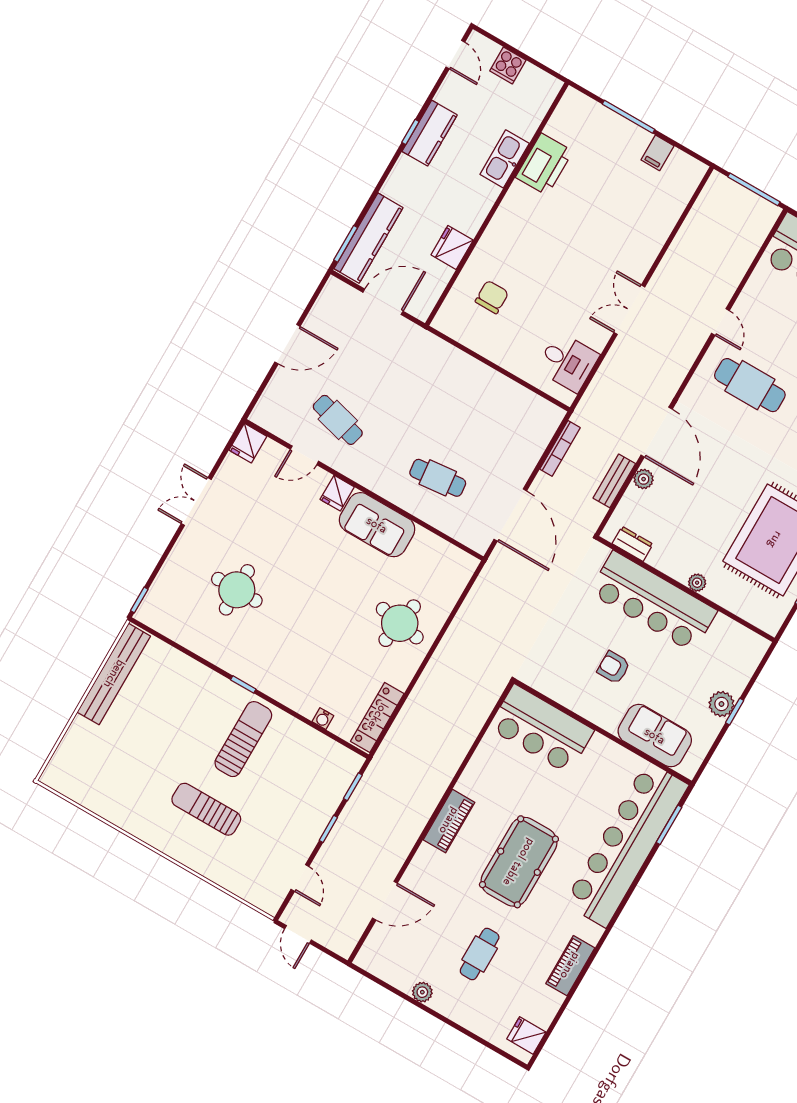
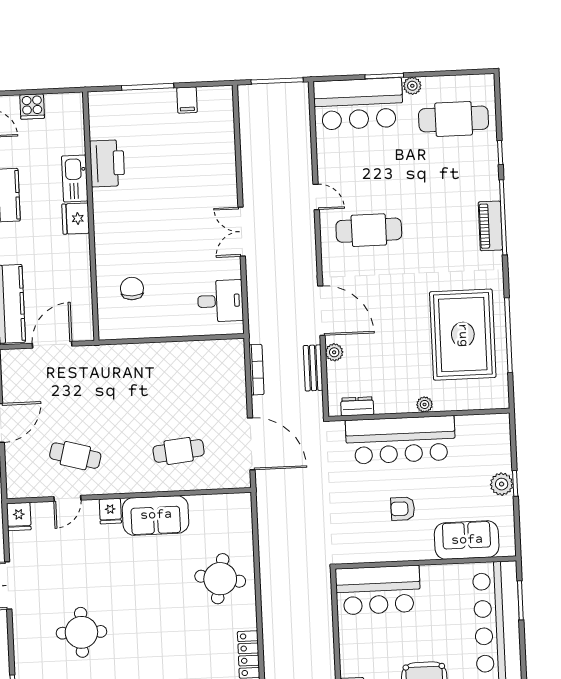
fridge: (452, 247) -> (76, 219), moved

